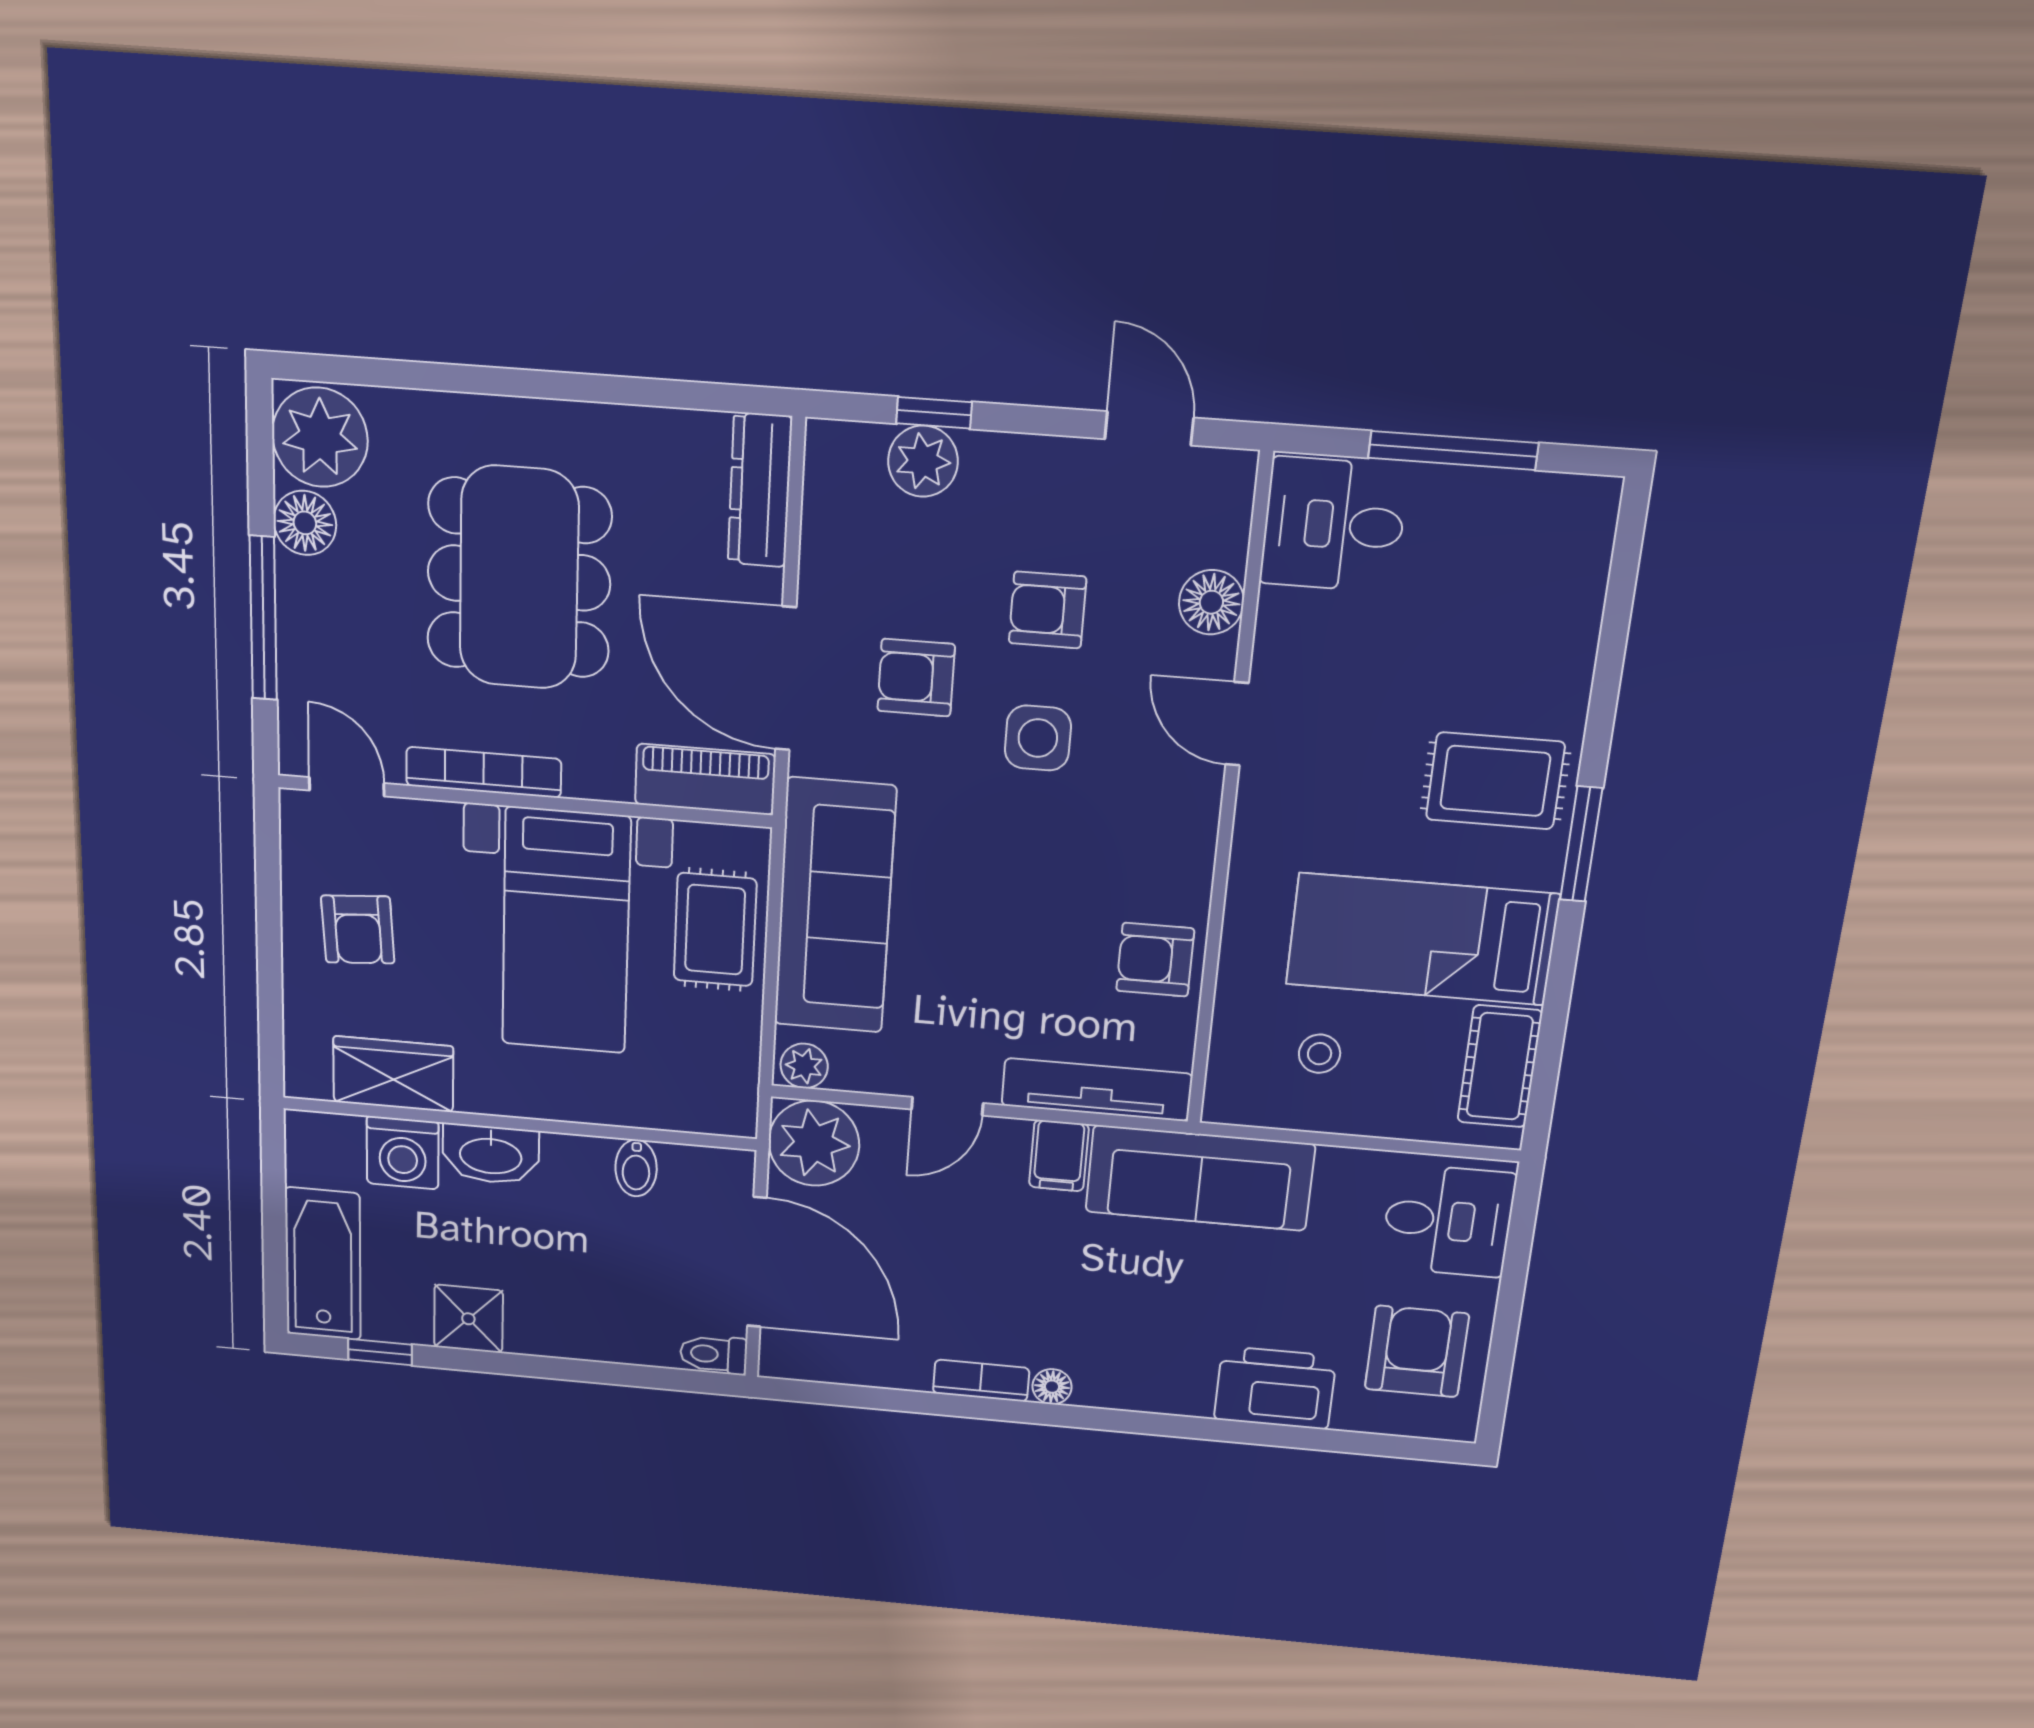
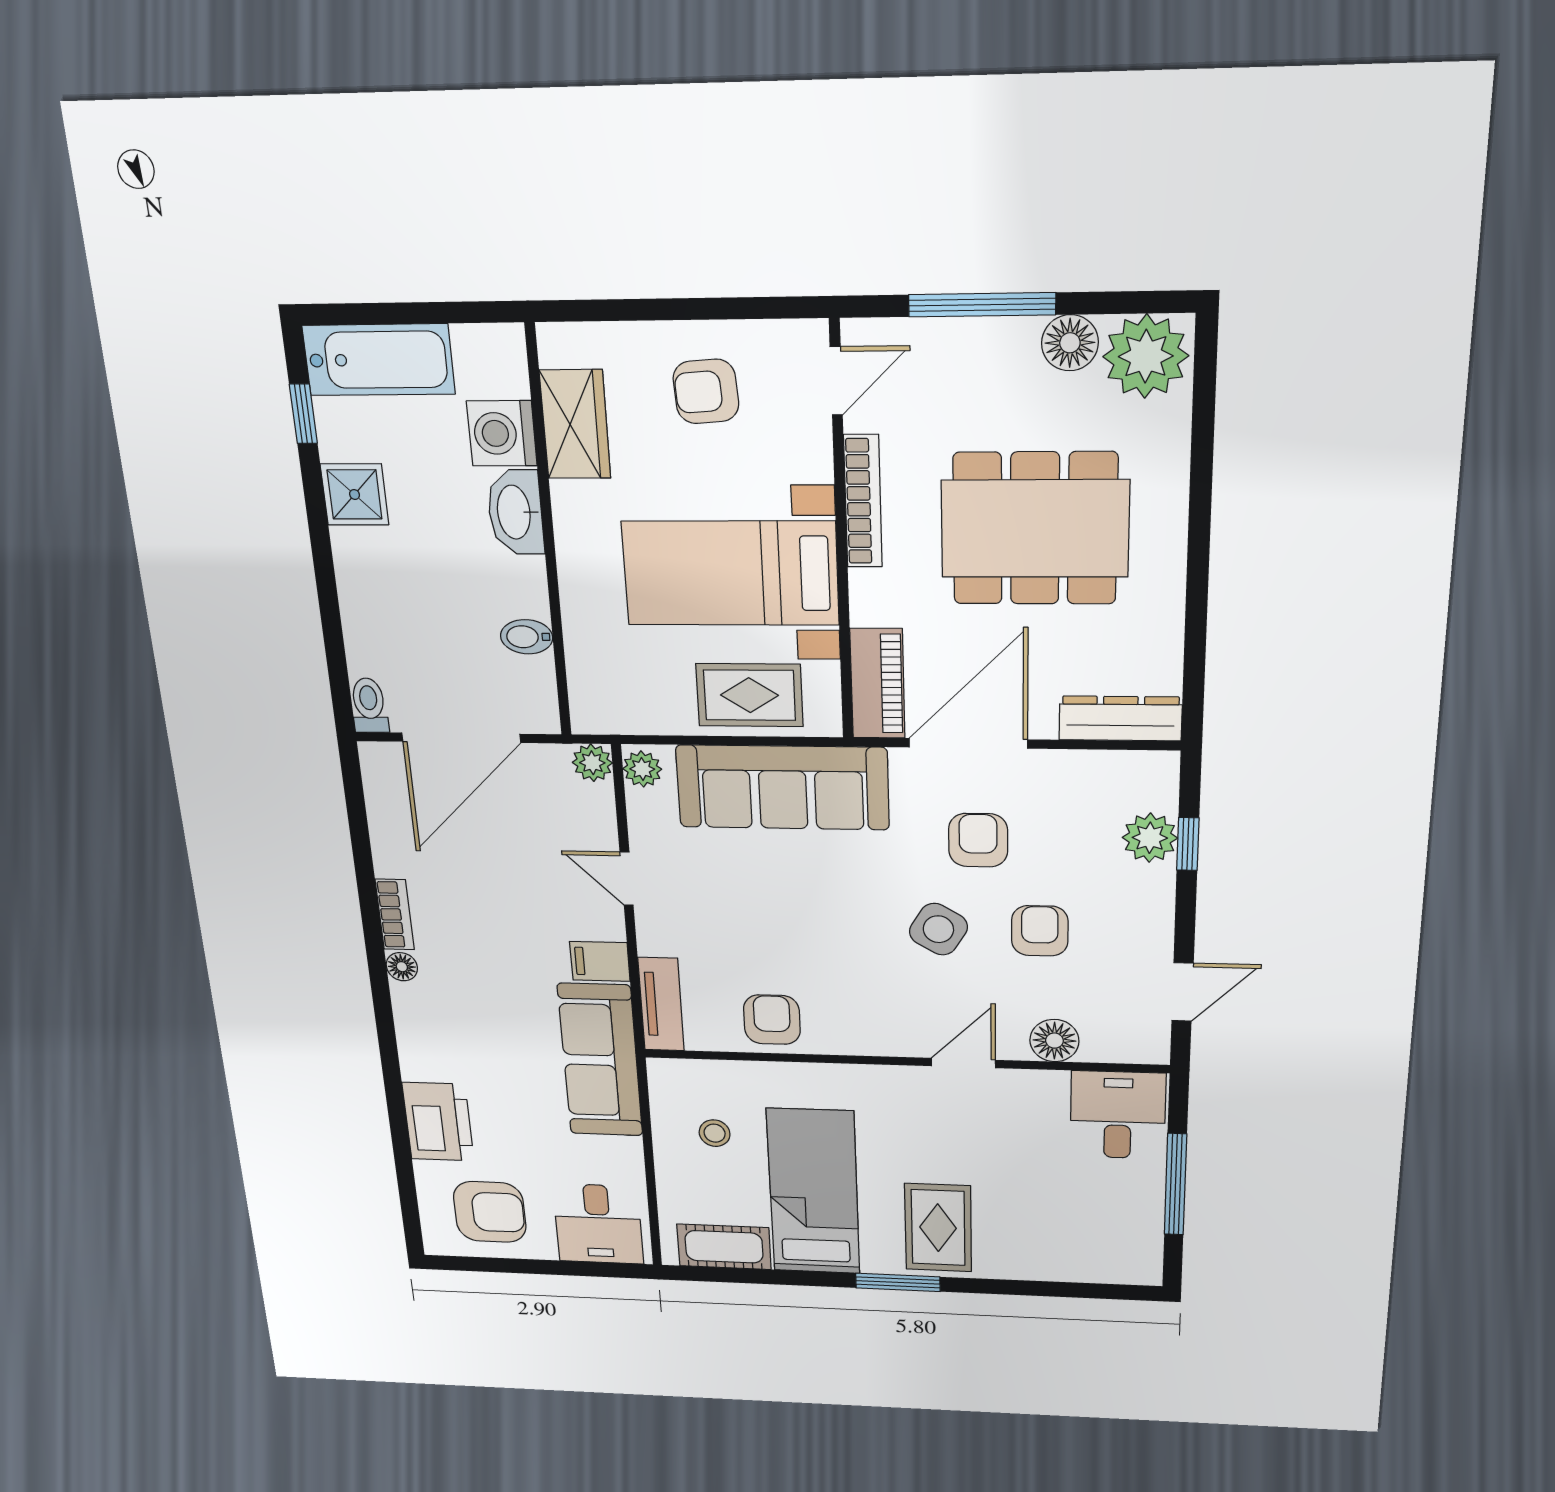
side table: (1038, 738) -> (938, 929), turned 31
tv unit: (1097, 1090) -> (661, 1004), width x0.71
plant: (814, 1143) -> (592, 763), width x0.53, depth x0.53

